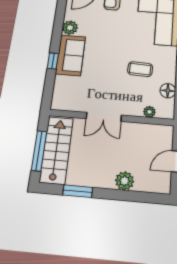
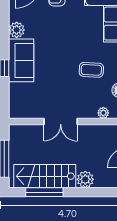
stairs: (56, 150) -> (45, 176), moved, turned -90
window: (78, 191) -> (44, 192), width x1.44

